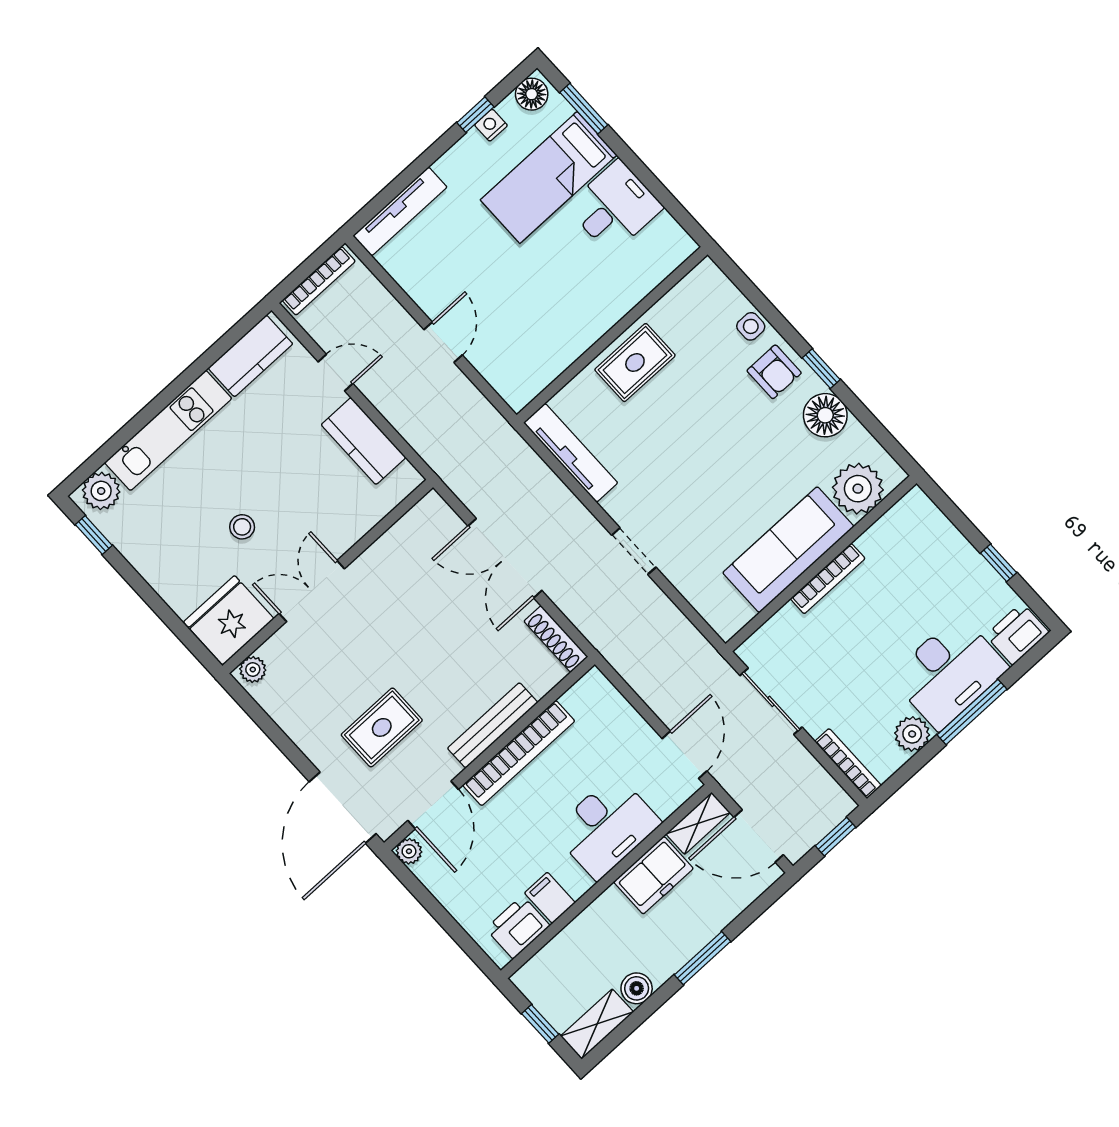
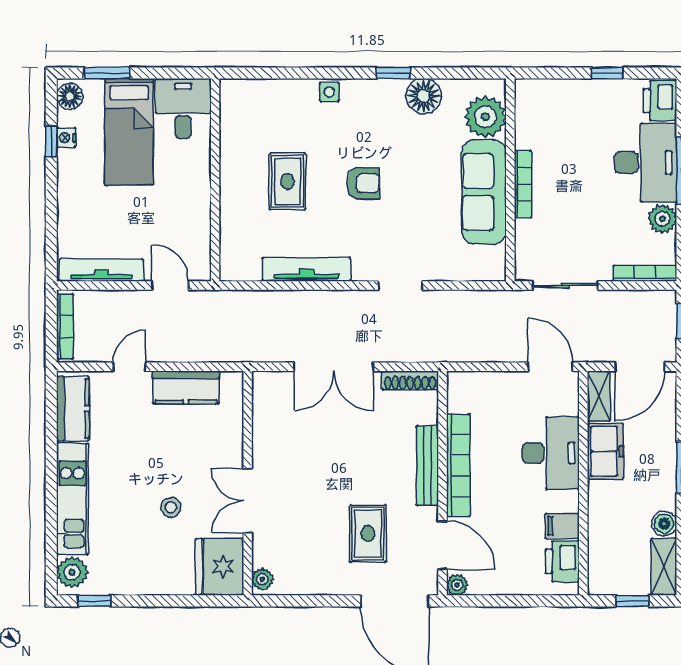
tv unit: (400, 211) -> (101, 270), moved, turned -90
wall: (612, 335) -> (215, 180), moved
armchair: (774, 372) -> (363, 183), moved

